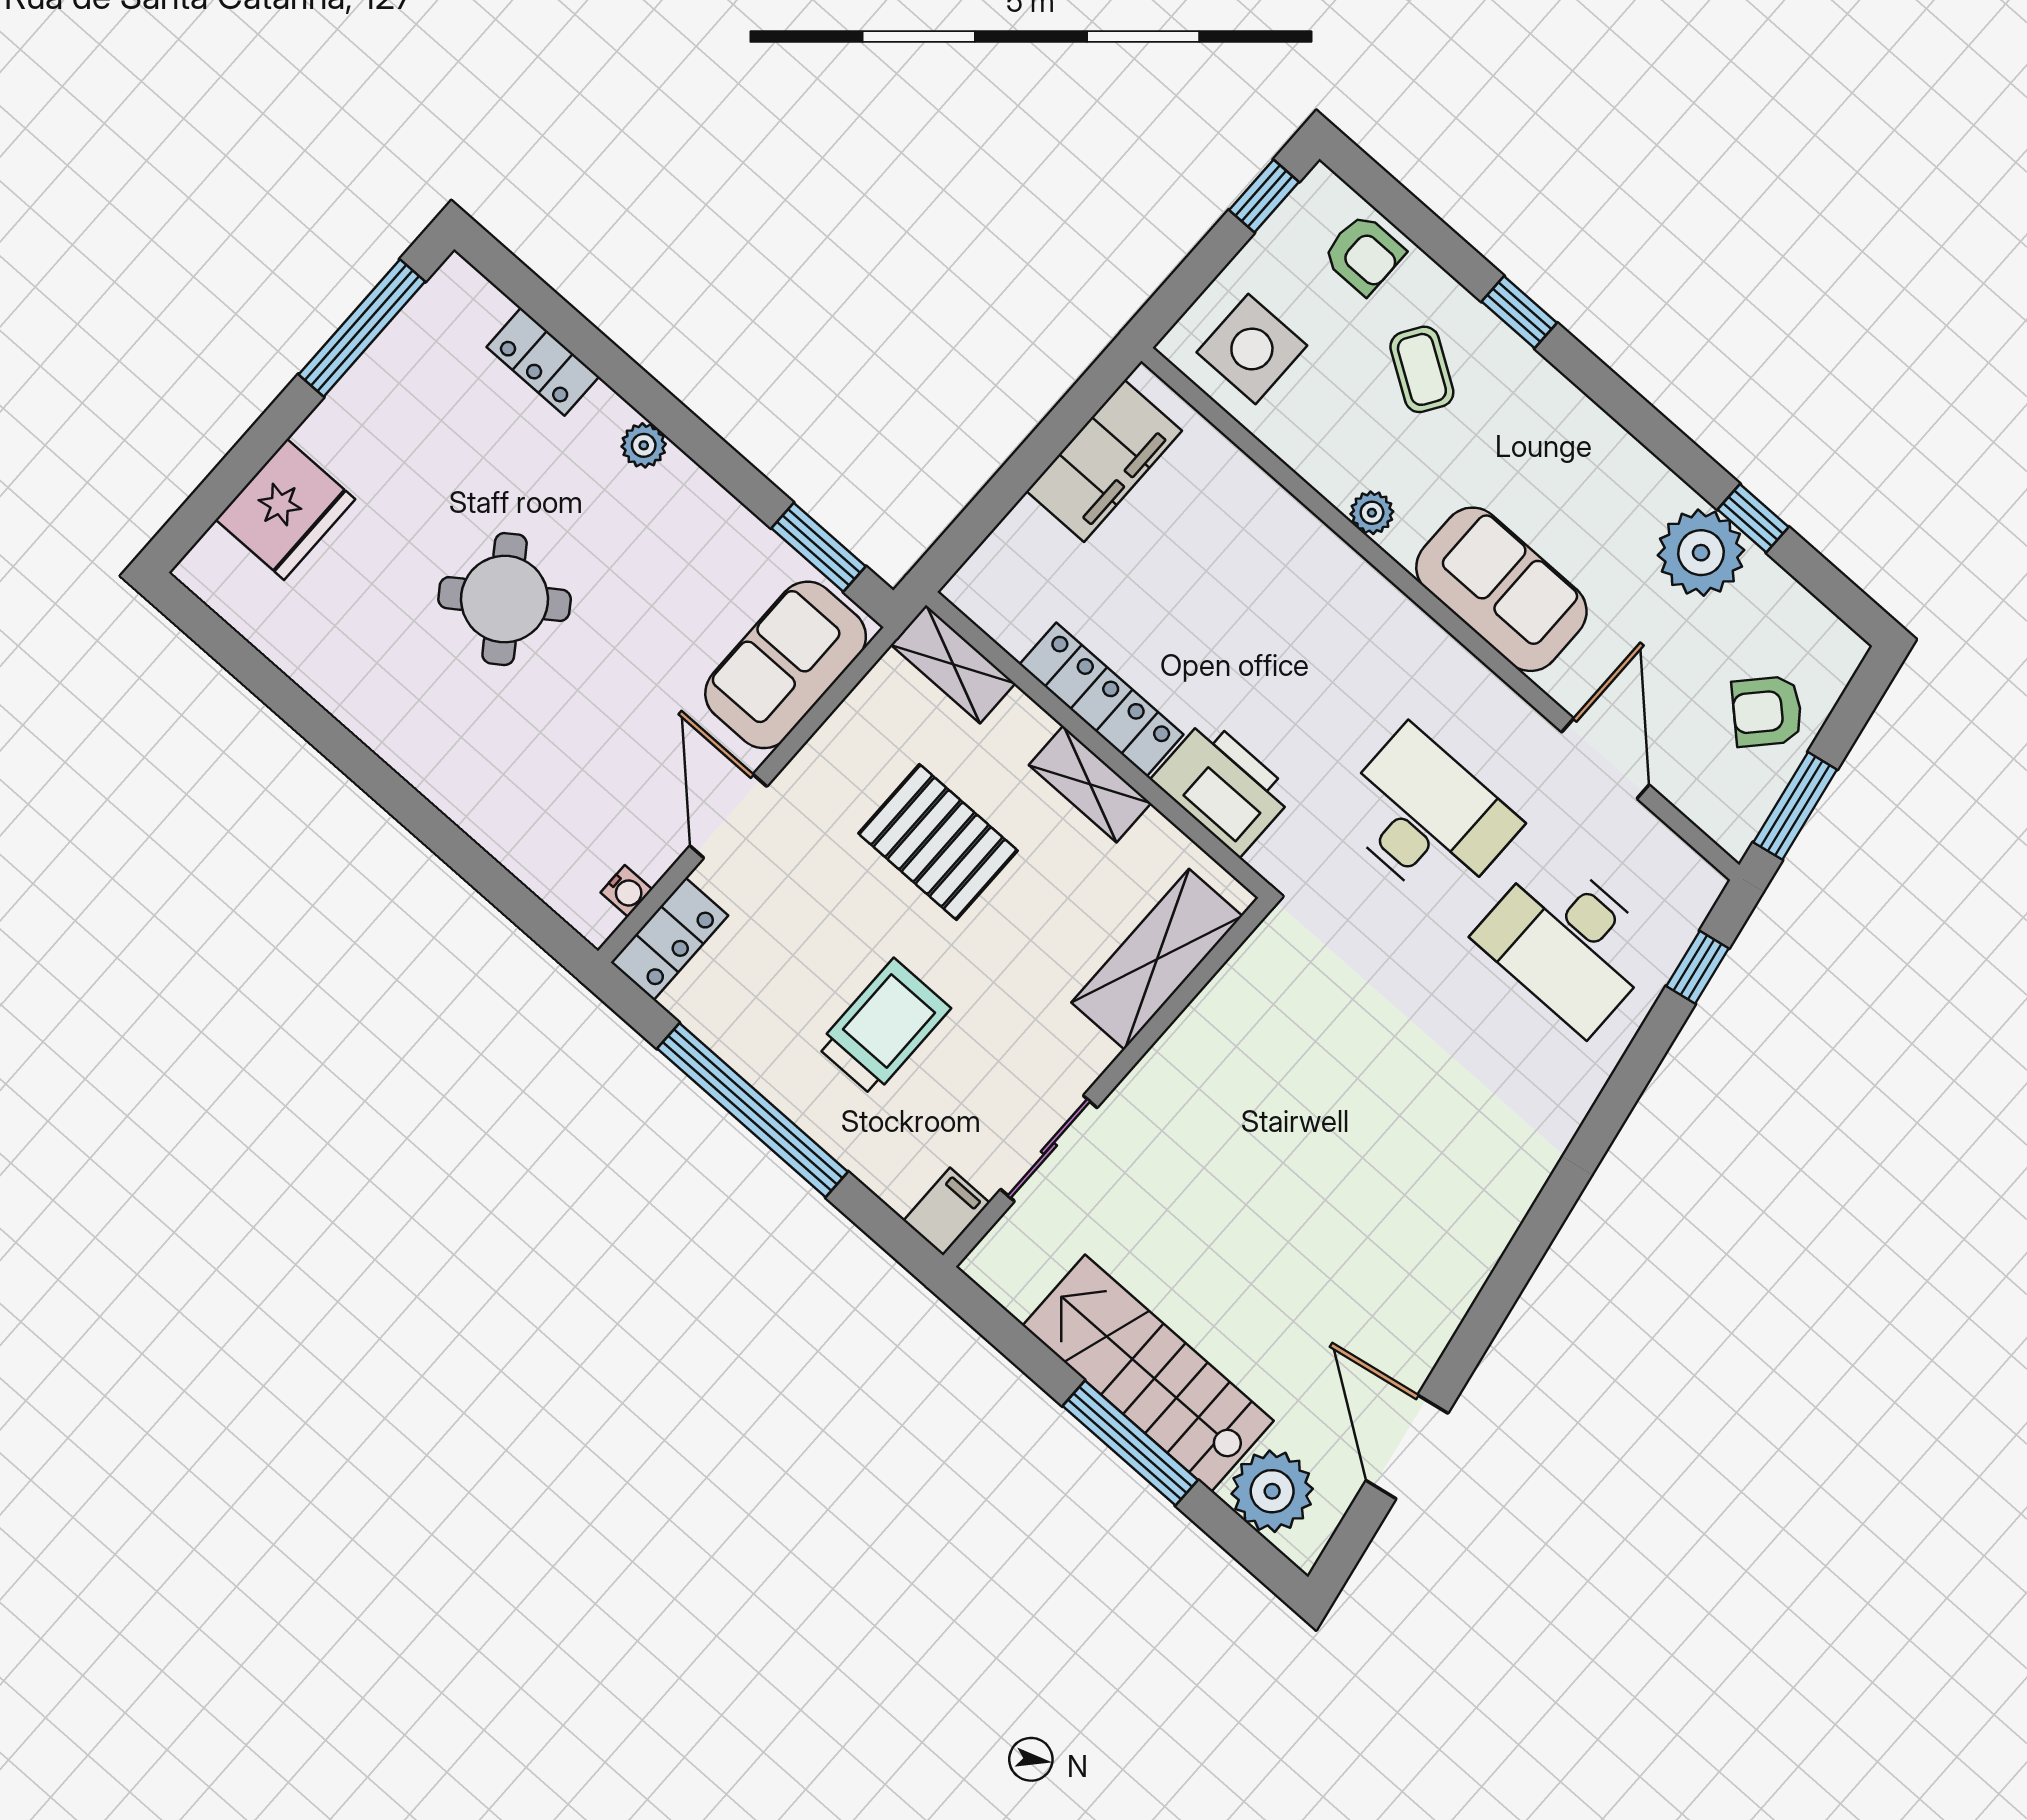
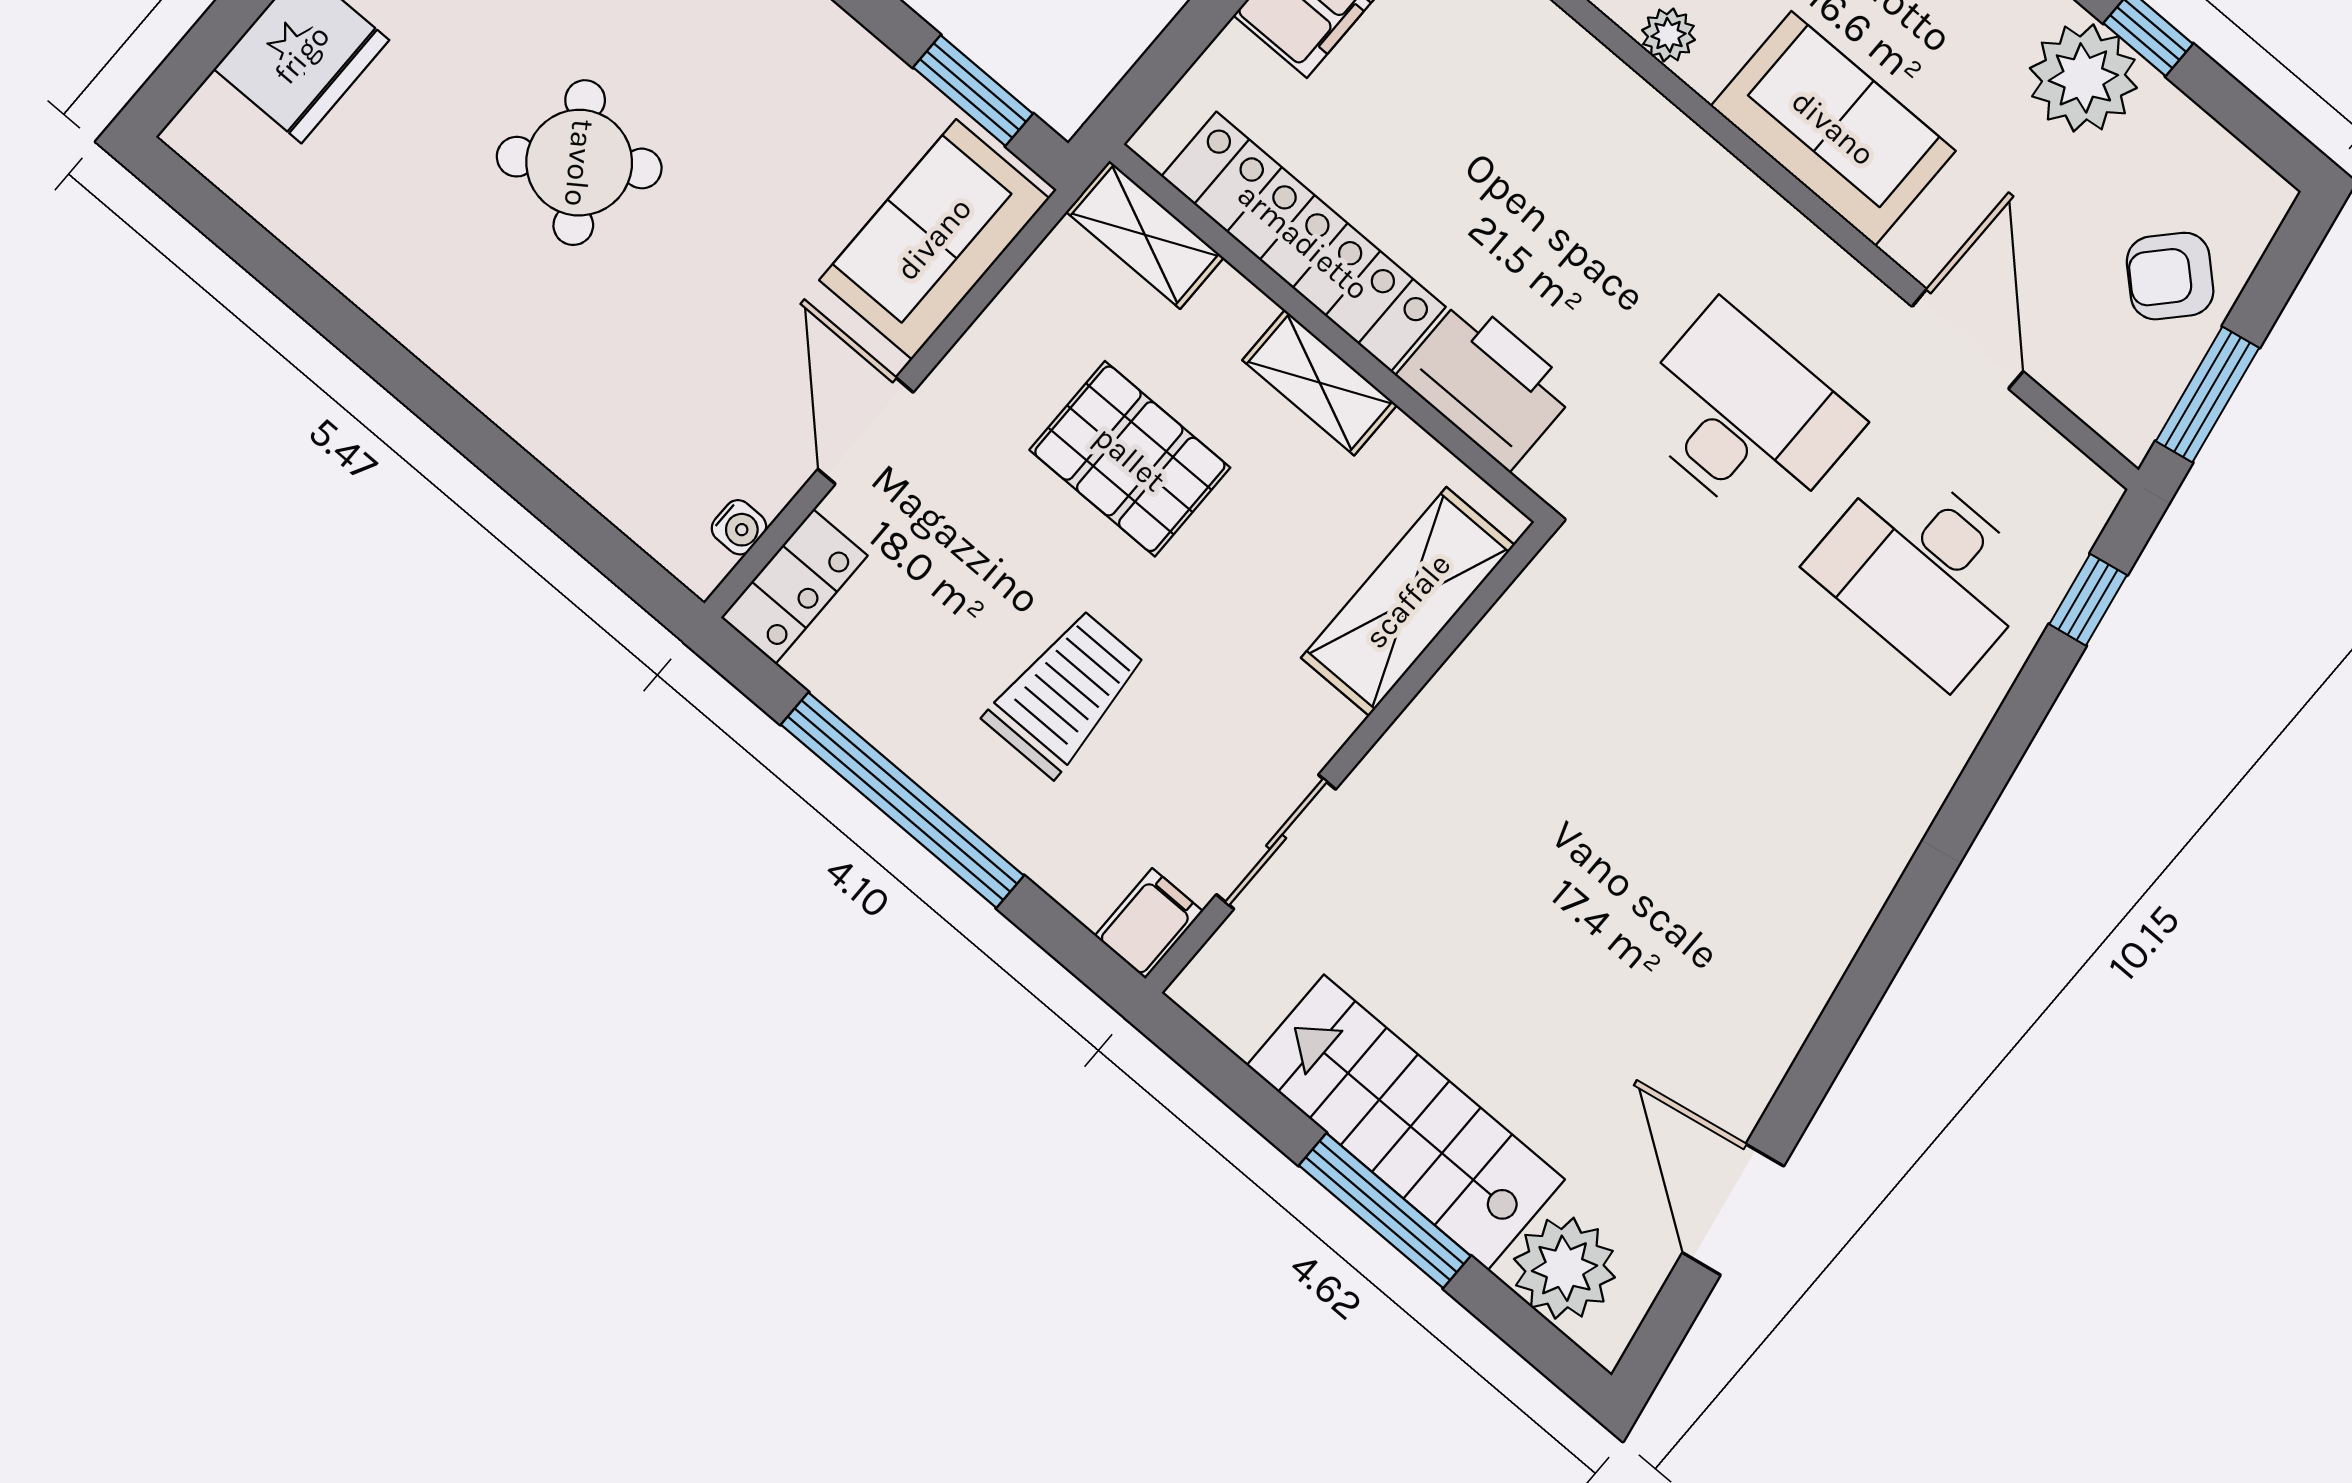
locker: (1101, 699) -> (1303, 242), width x1.41, depth x1.21

